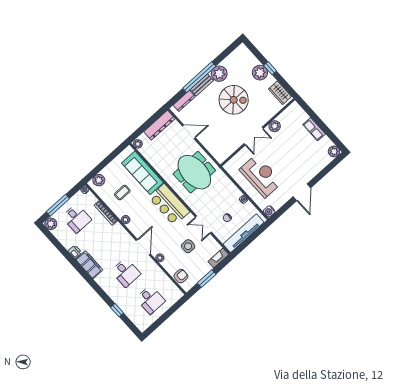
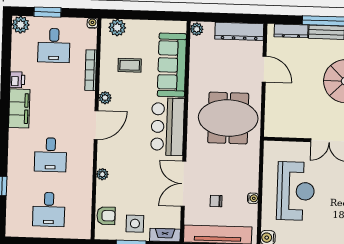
meeting table: (194, 172) -> (228, 118), turned 90
window: (58, 205) -> (48, 12), width x0.69
double door: (203, 225) -> (184, 184), width x1.37
side table: (188, 246) -> (135, 224), moved
door: (143, 247) -> (96, 125), moved

